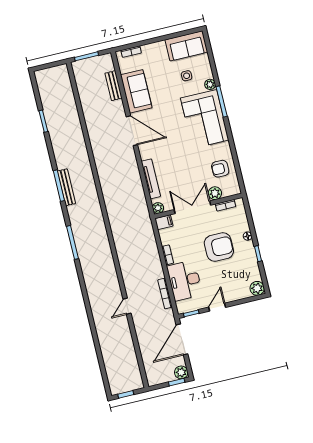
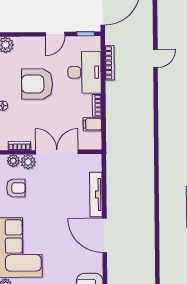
door: (132, 131) -> (105, 235), moved
double door: (192, 207) -> (57, 152), swing flipped
plant: (158, 208) -> (13, 161), moved
filing cabinet: (164, 222) -> (92, 124), moved
armchair: (219, 247) -> (37, 84), moved

